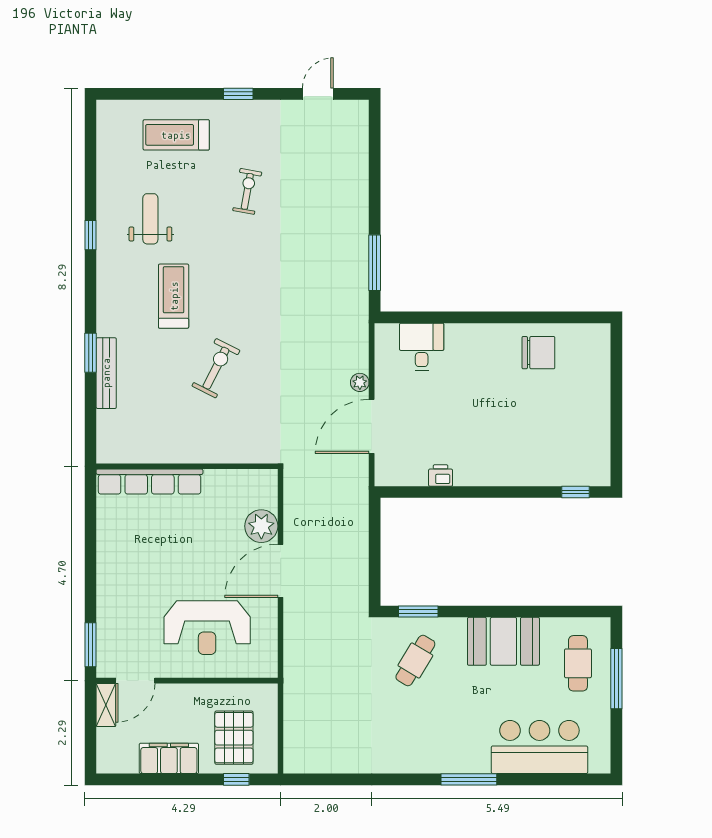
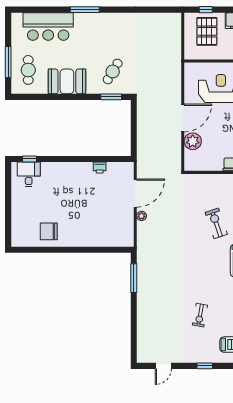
desk: (422, 347) -> (29, 174), moved, turned 180
exercise bike: (216, 368) -> (216, 223), turned 134

